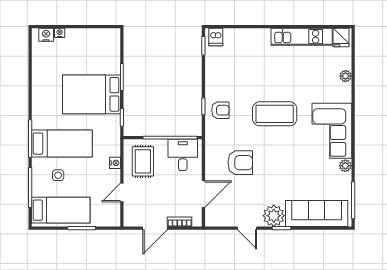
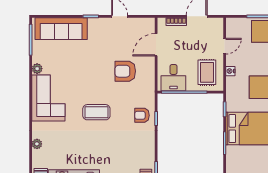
coffee table: (275, 114) -> (96, 112), width x0.73, depth x0.76
plant: (274, 216) -> (97, 27), removed

